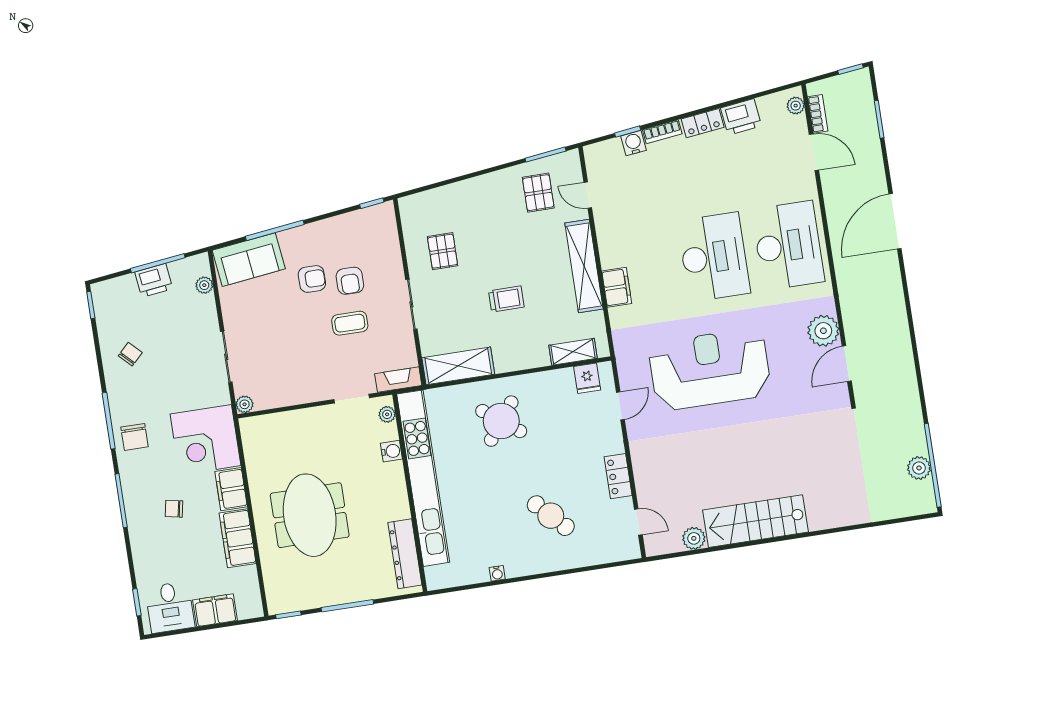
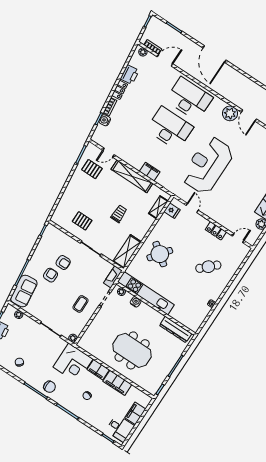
coffee table: (350, 323) -> (80, 304), moved
kitchen unit: (423, 478) -> (146, 293), width x0.73

